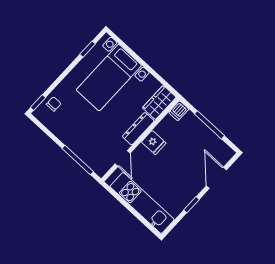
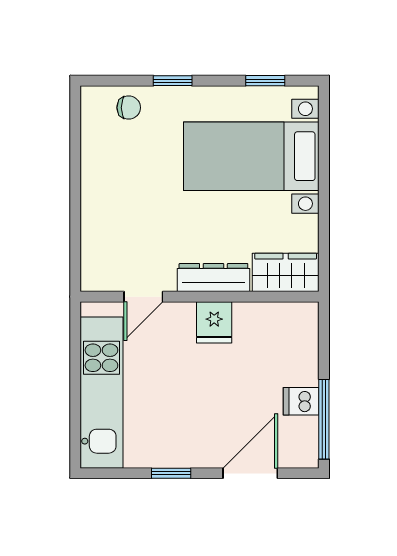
window: (38, 102) -> (173, 81), moved
dishwasher: (179, 111) -> (301, 401), moved
window: (209, 125) -> (324, 419), moved
window: (78, 160) -> (75, 228), removed

